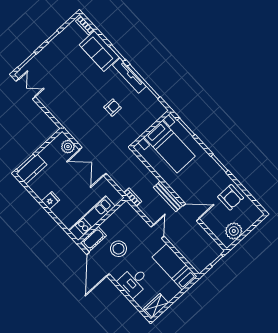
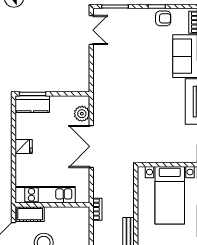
armchair: (113, 108) -> (163, 18), moved

